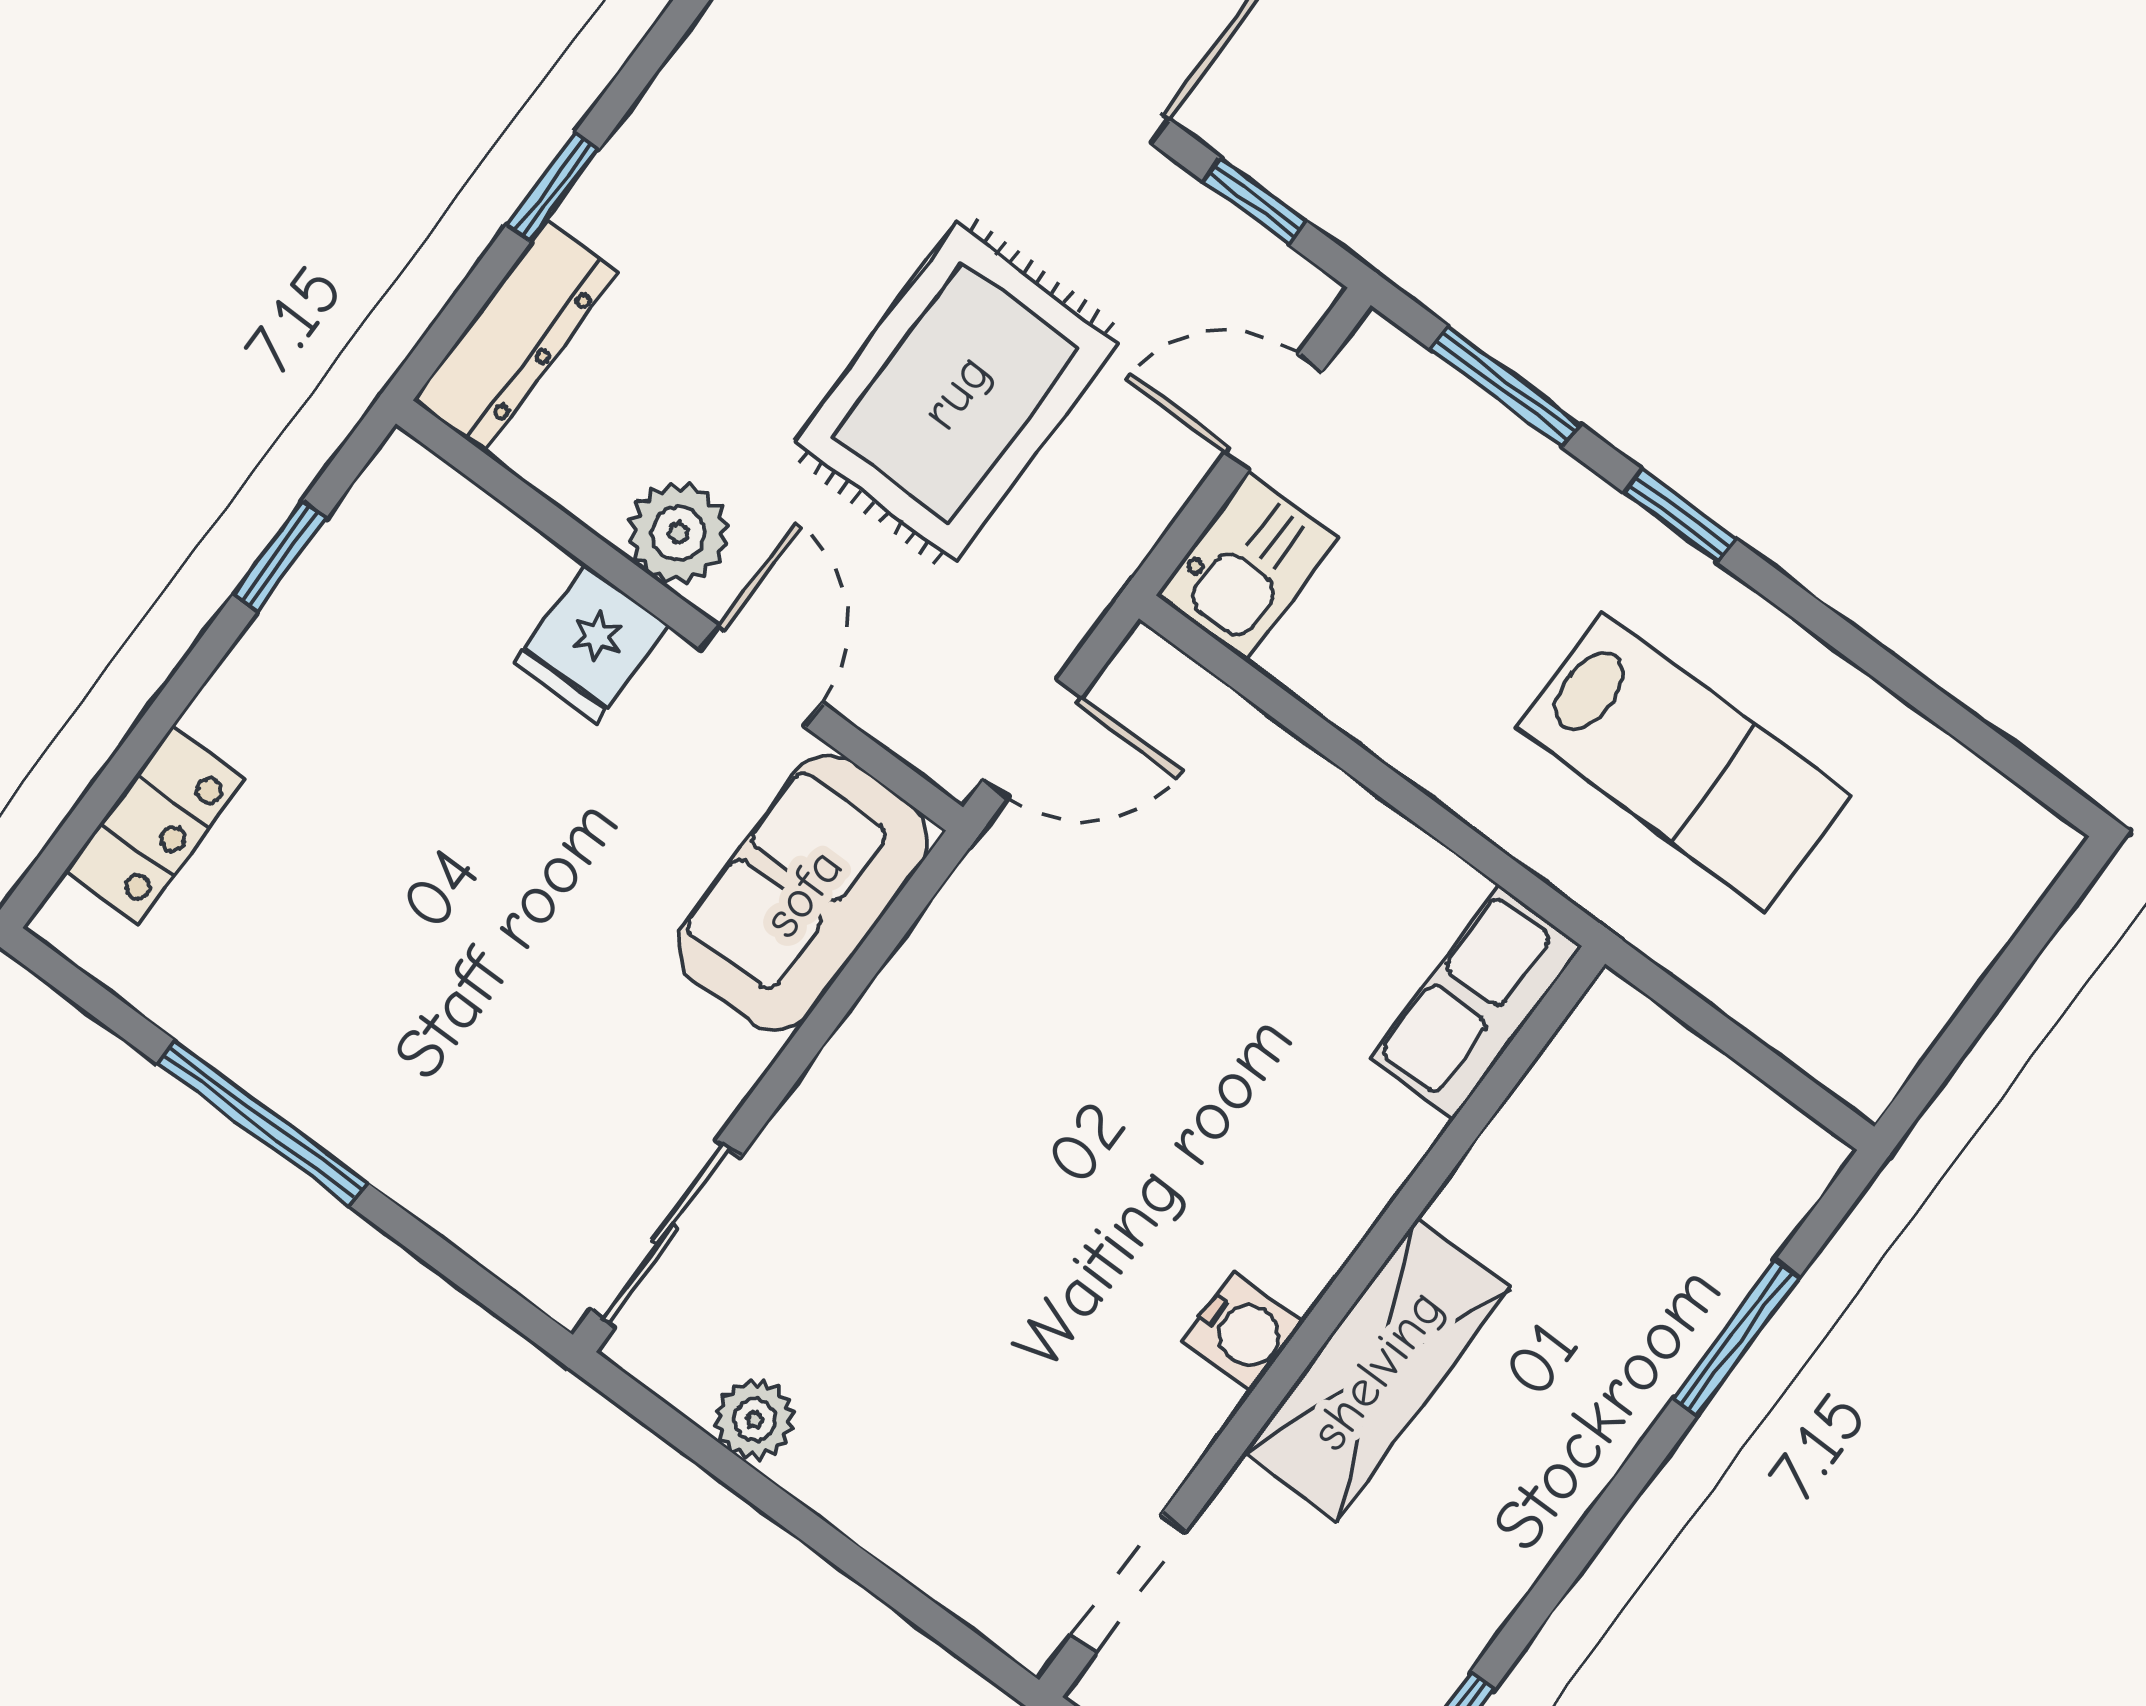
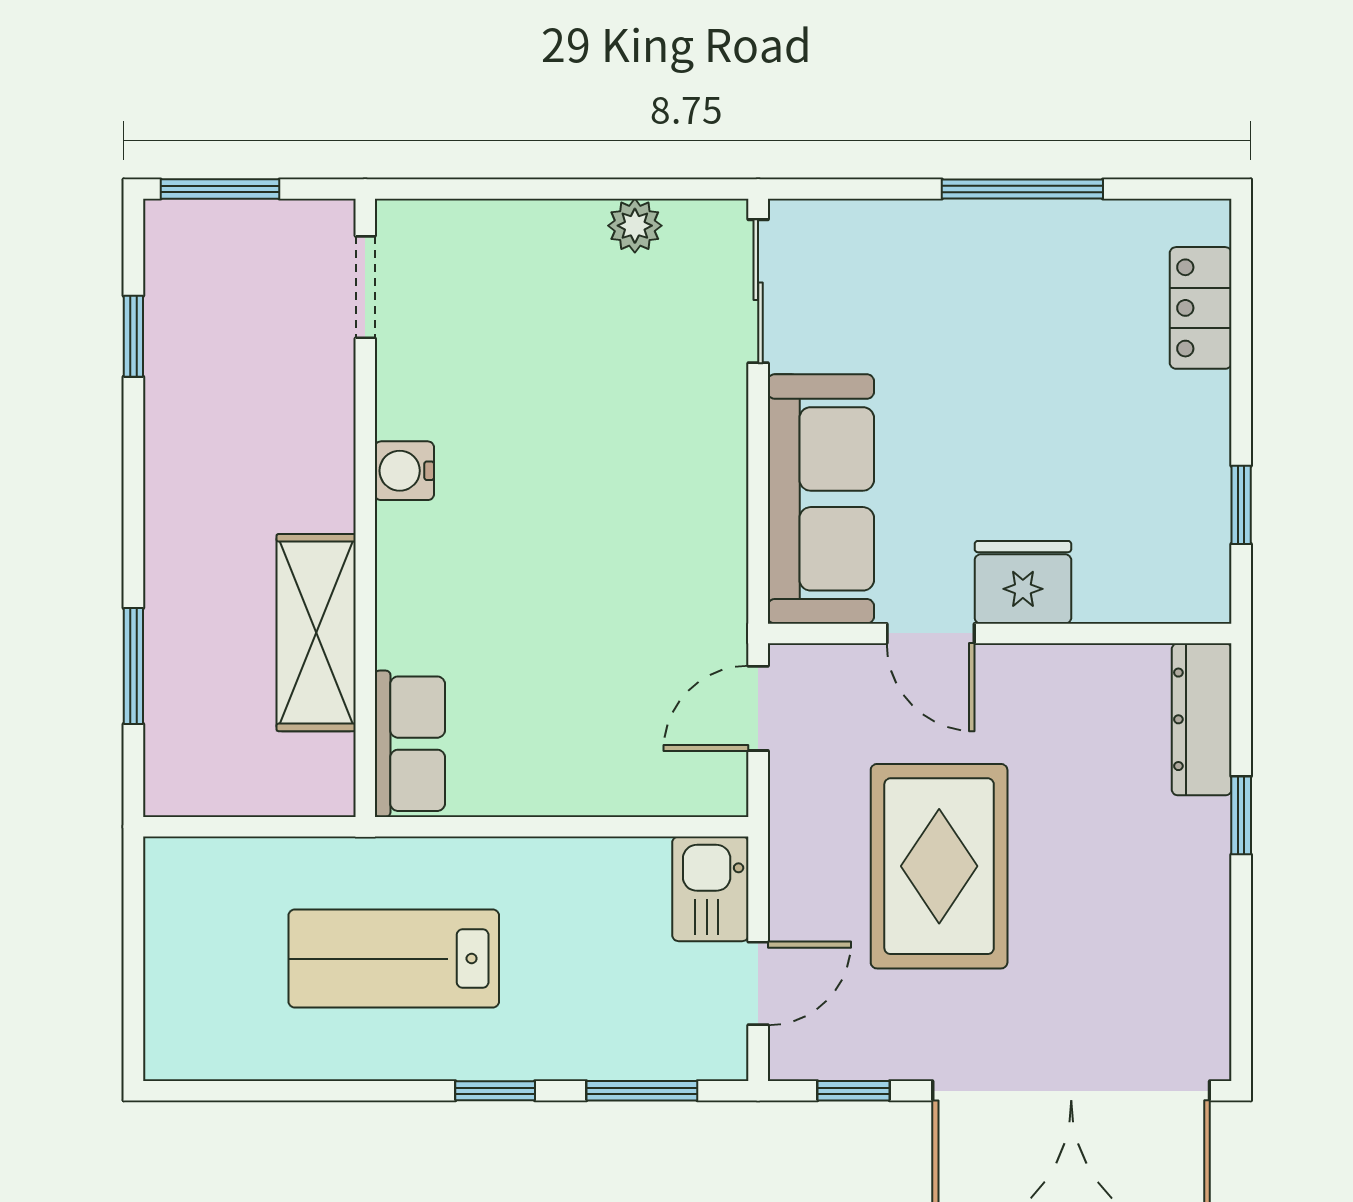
plant: (678, 533) -> (1034, 678), removed
fridge: (591, 644) -> (1023, 582), width x1.38
sofa: (803, 893) -> (821, 499), width x1.36
shelving: (1377, 1370) -> (316, 633), moved

